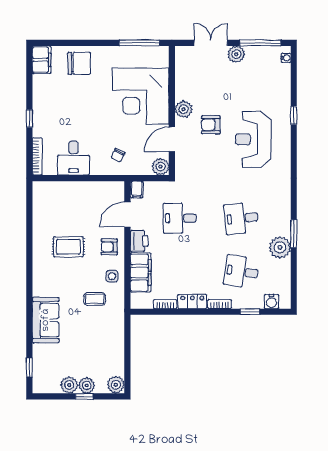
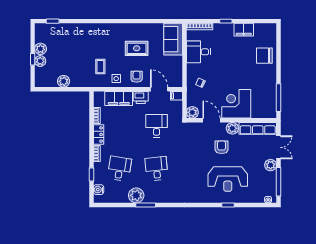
filing cabinet: (42, 60) -> (244, 30), moved
chair: (79, 63) -> (264, 56), turned 90
row of seats: (184, 73) -> (258, 128), added
corner desk: (141, 96) -> (236, 104), width x0.74, depth x0.74
reception desk: (253, 139) -> (228, 179), moved, turned 180
rug: (68, 247) -> (137, 48), turned 90
sofa: (46, 320) -> (173, 39), moved, turned 90
plant: (116, 385) -> (64, 81), moved

